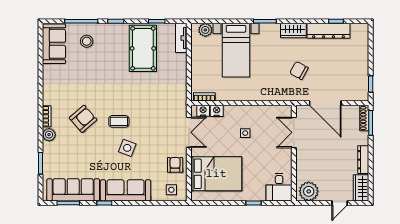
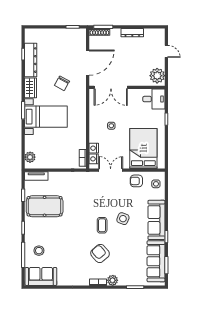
bed with nightstands: (236, 50) -> (46, 117), moved
double door: (294, 132) -> (111, 87), width x1.37
wardrobe: (361, 188) -> (154, 34), removed

